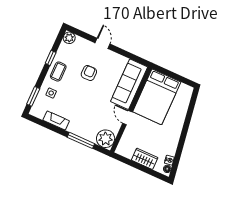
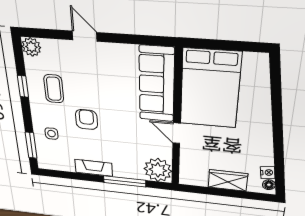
coffee table: (58, 72) -> (54, 89), moved
armchair: (89, 73) -> (86, 119), moved
fireplace: (56, 120) -> (94, 168), moved

